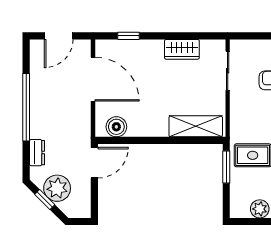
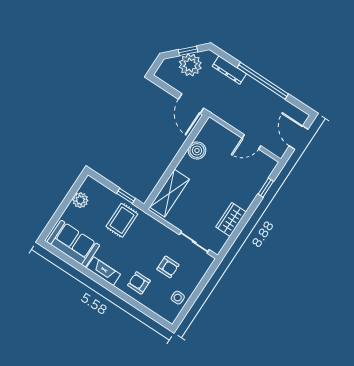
door: (93, 79) -> (251, 142), width x0.53
boiler: (116, 127) -> (197, 150), moved
dresser: (37, 153) -> (229, 70), width x1.44
window: (226, 167) -> (126, 196), width x0.67

